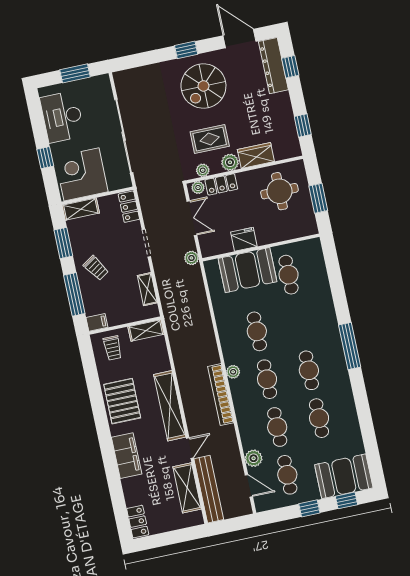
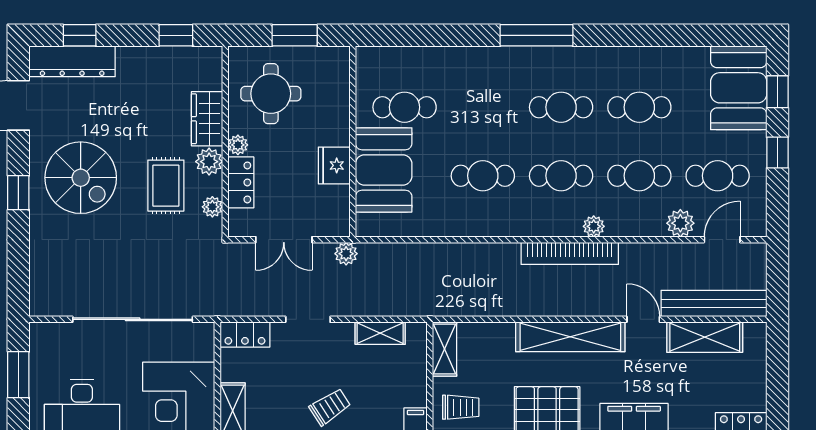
plant: (198, 188) -> (238, 145), moved
double door: (192, 218) -> (284, 240), swing flipped
plant: (233, 372) -> (594, 226), moved

